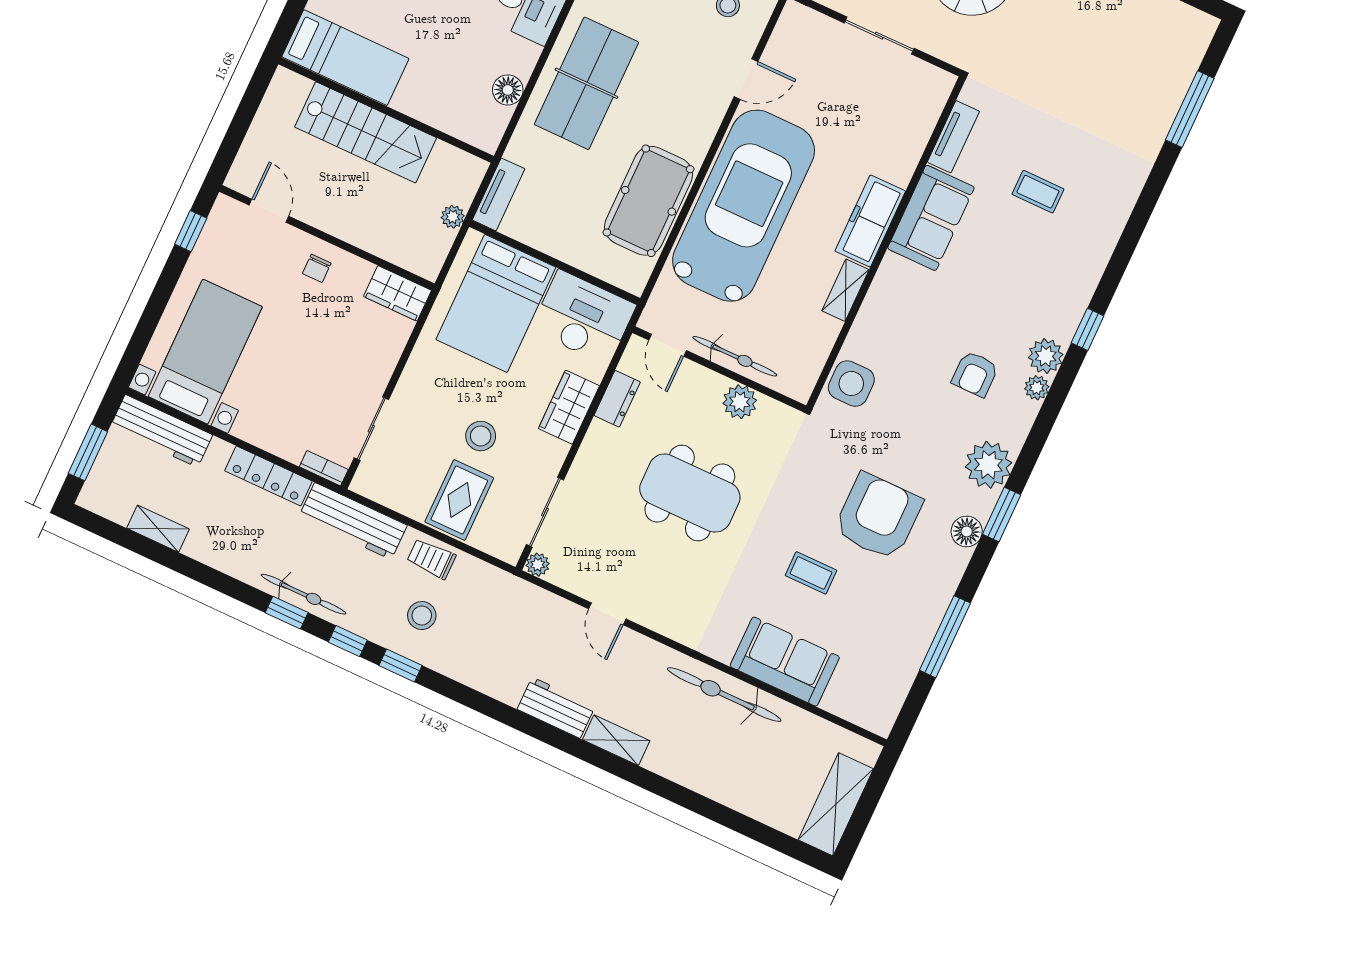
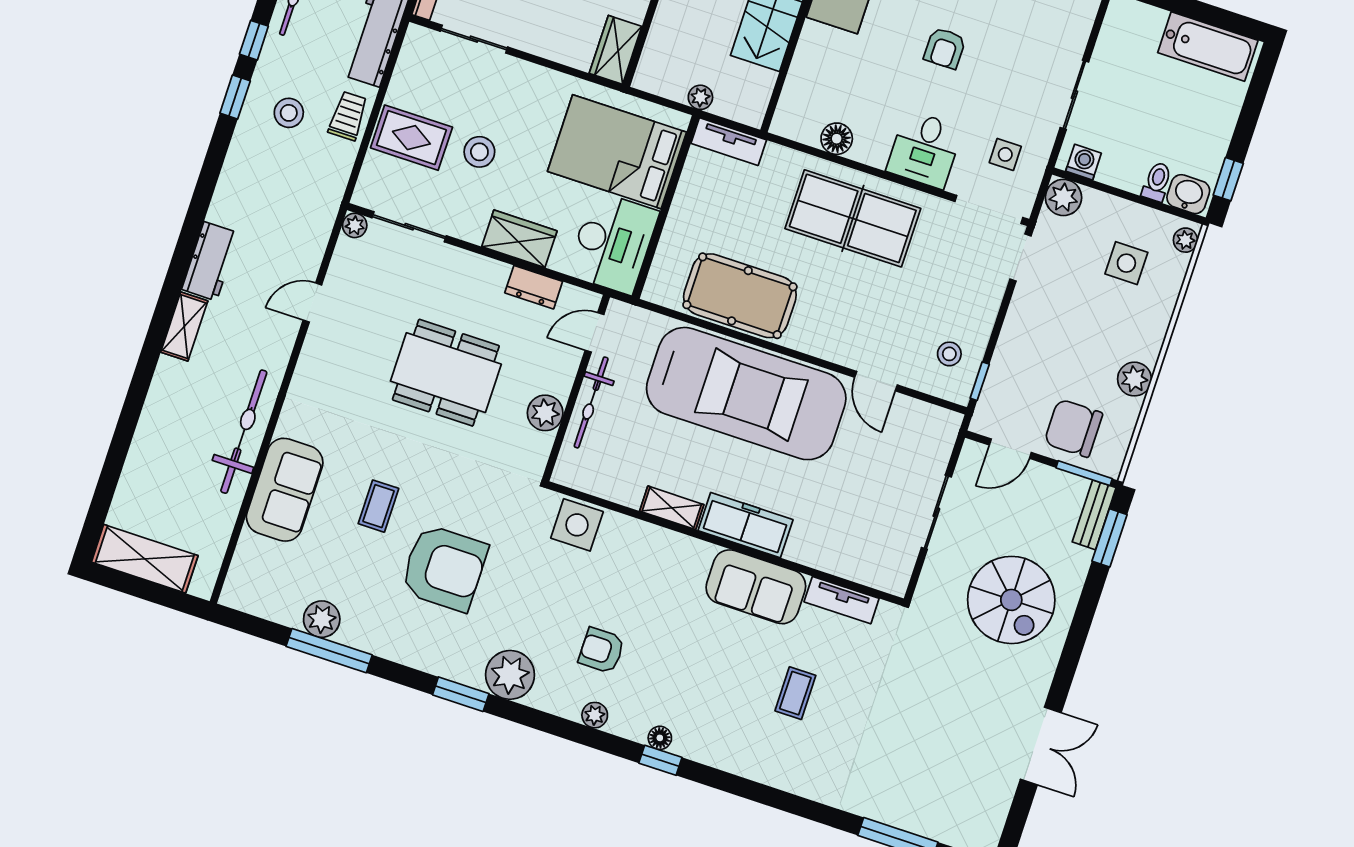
plant: (1046, 356) -> (322, 619), moved
dining table: (690, 493) -> (446, 373), turned 90
floor lamp: (967, 531) -> (660, 738), moved, width x0.73, depth x0.73

